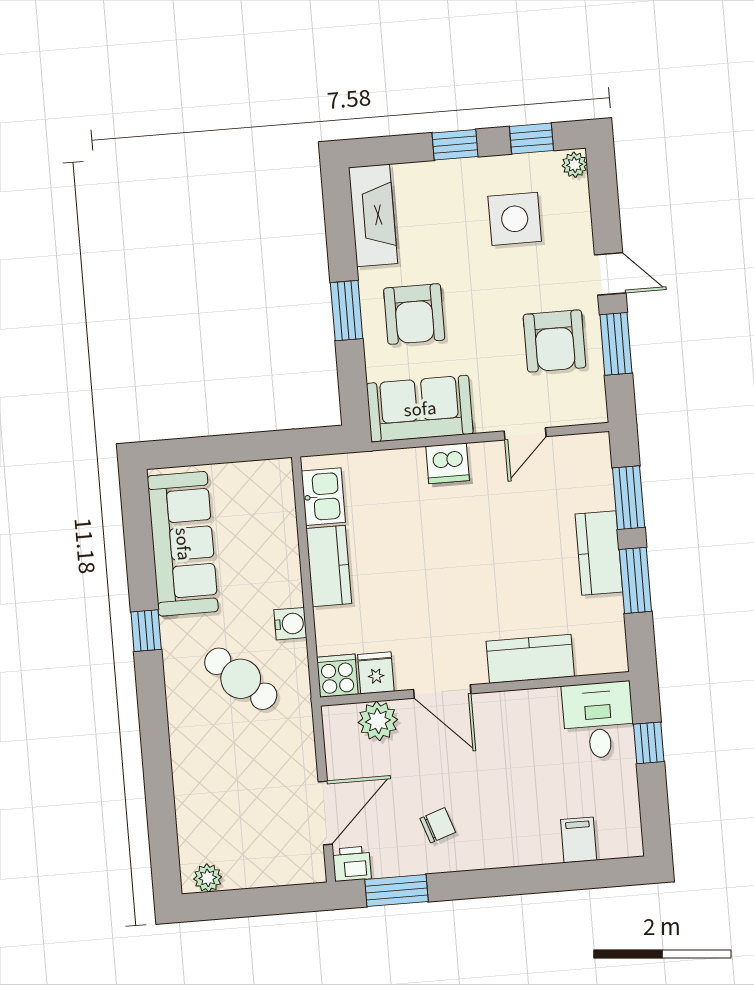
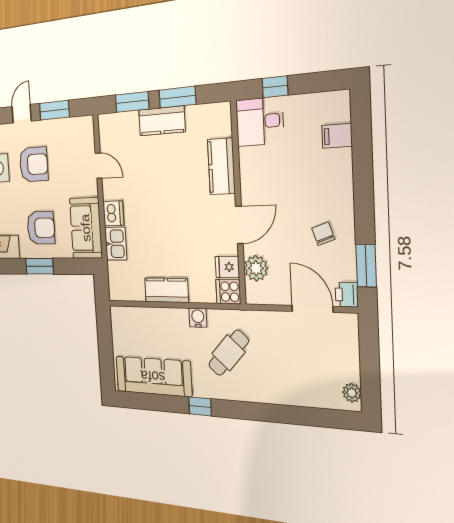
armchair: (554, 341) -> (34, 164), moved
kitchen sink: (323, 497) -> (116, 244), moved, turned 90

